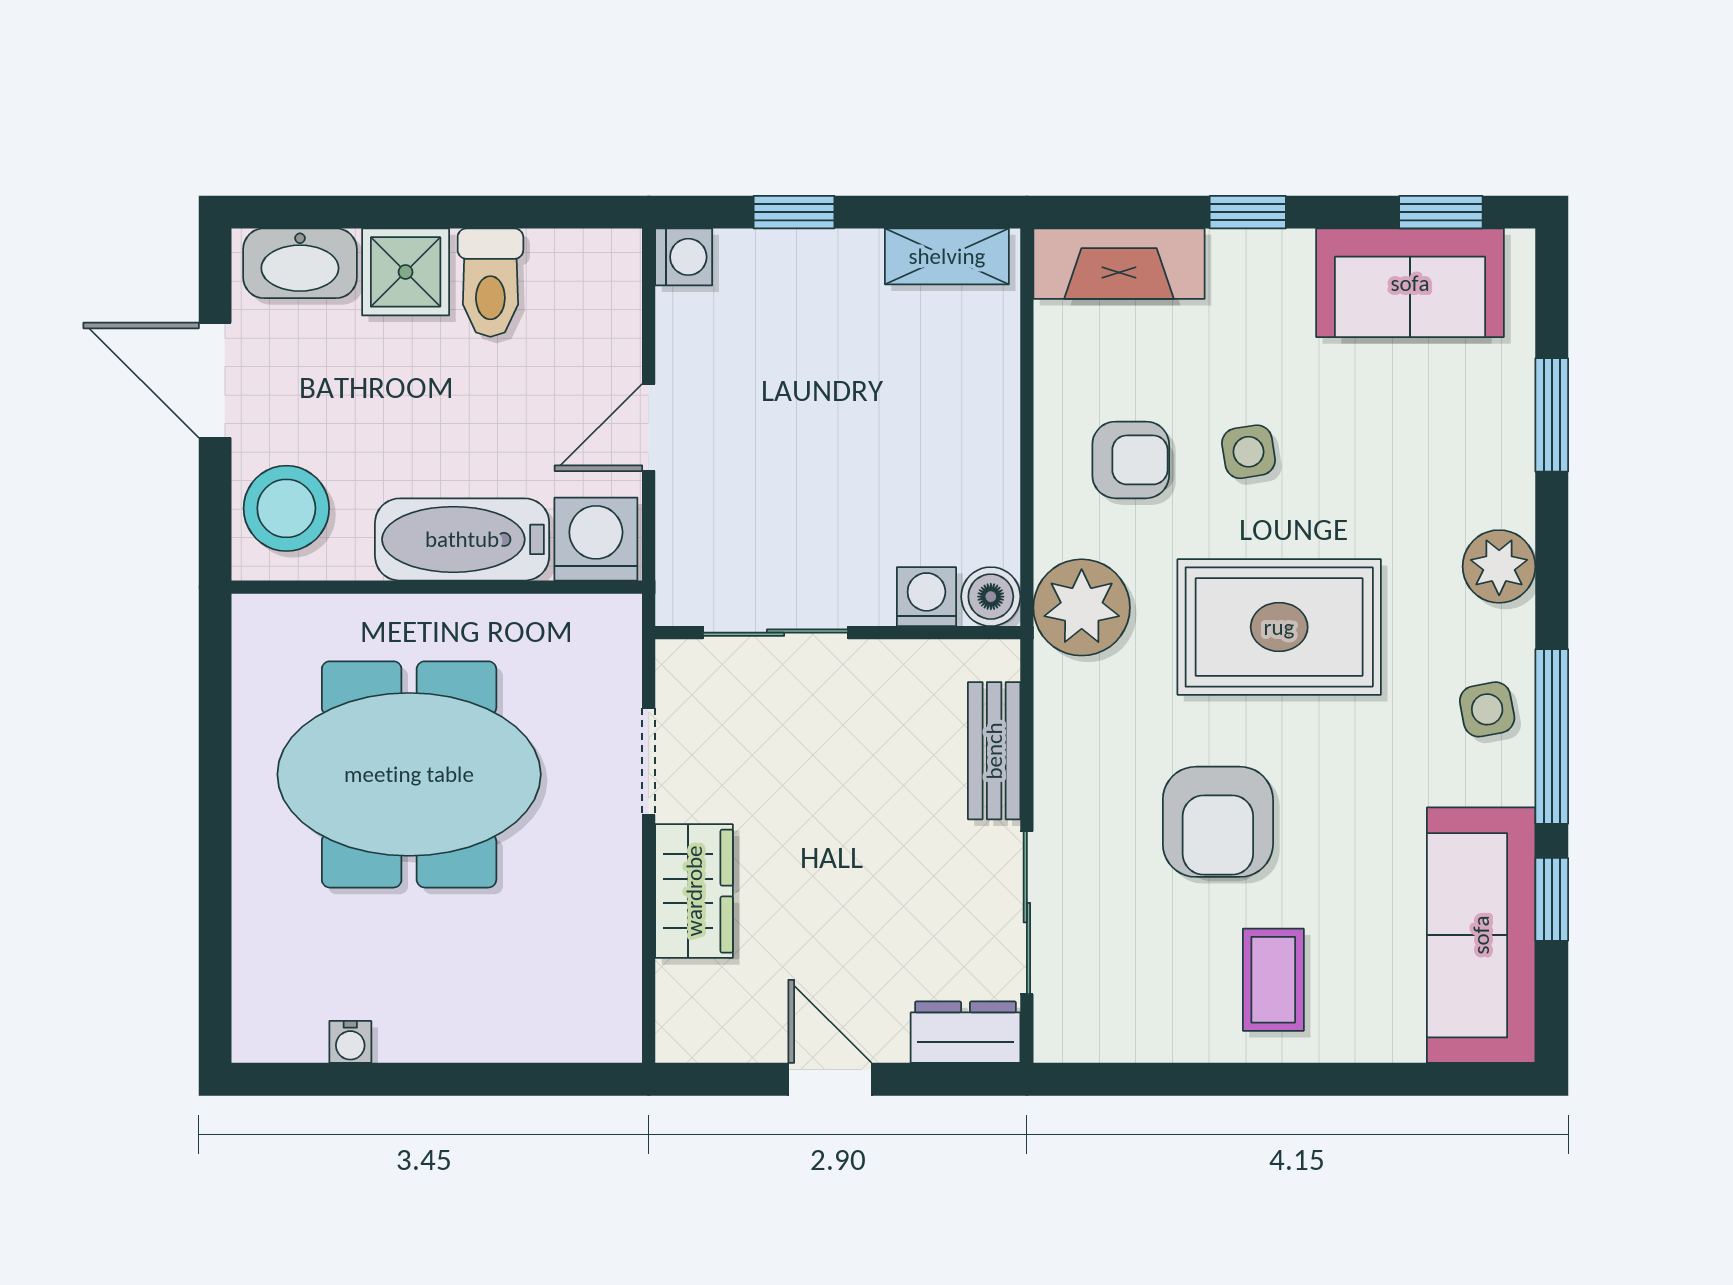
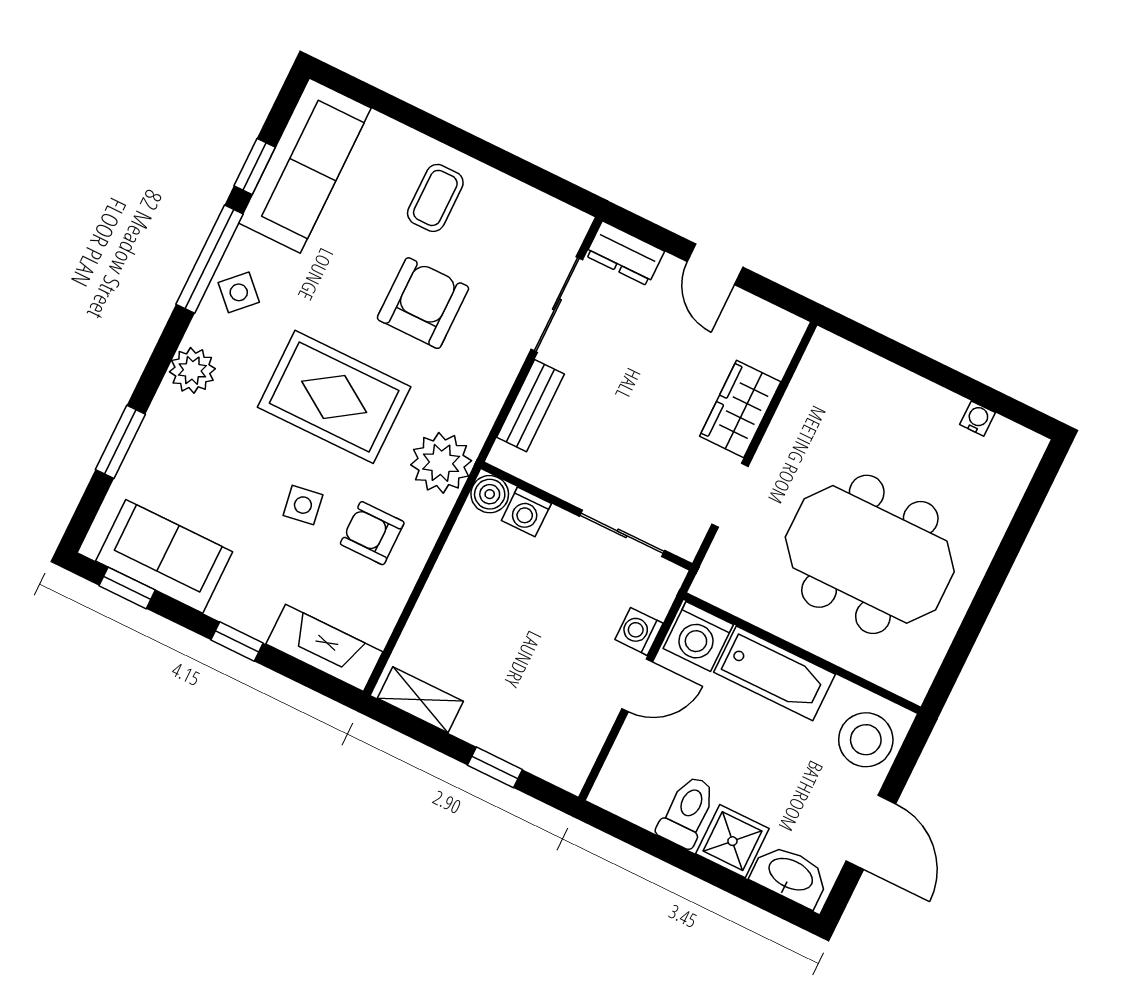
washing machine: (684, 257) -> (639, 631), moved
side table: (1487, 709) -> (239, 292), turned -34

